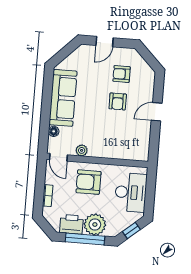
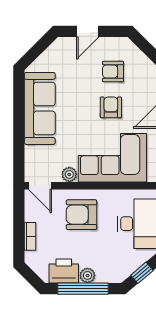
armchair: (118, 101) -> (111, 107), turned 180
floor lamp: (54, 131) -> (31, 153), removed
corner sofa: (116, 140) -> (112, 158), added
plant: (95, 224) -> (87, 275), width x0.53, depth x0.53

